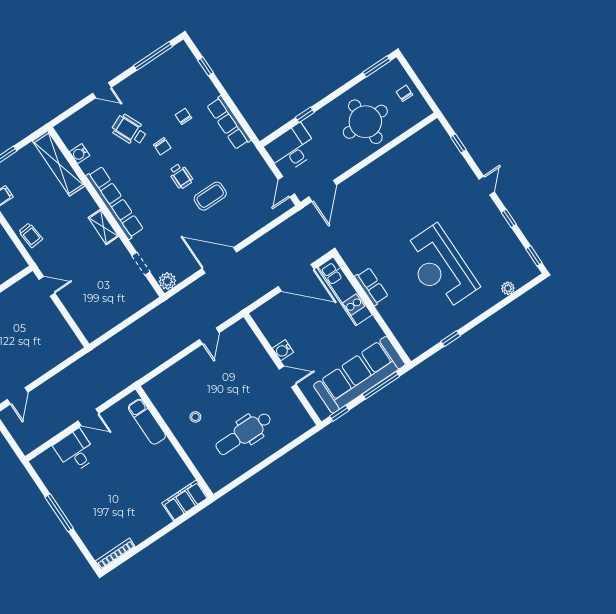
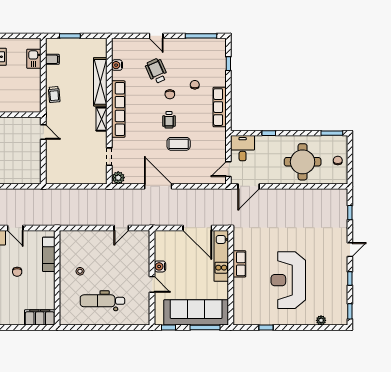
desk: (291, 149) -> (243, 148), width x0.73
shelving: (59, 163) -> (100, 82), moved
chair: (124, 466) -> (17, 272), added

